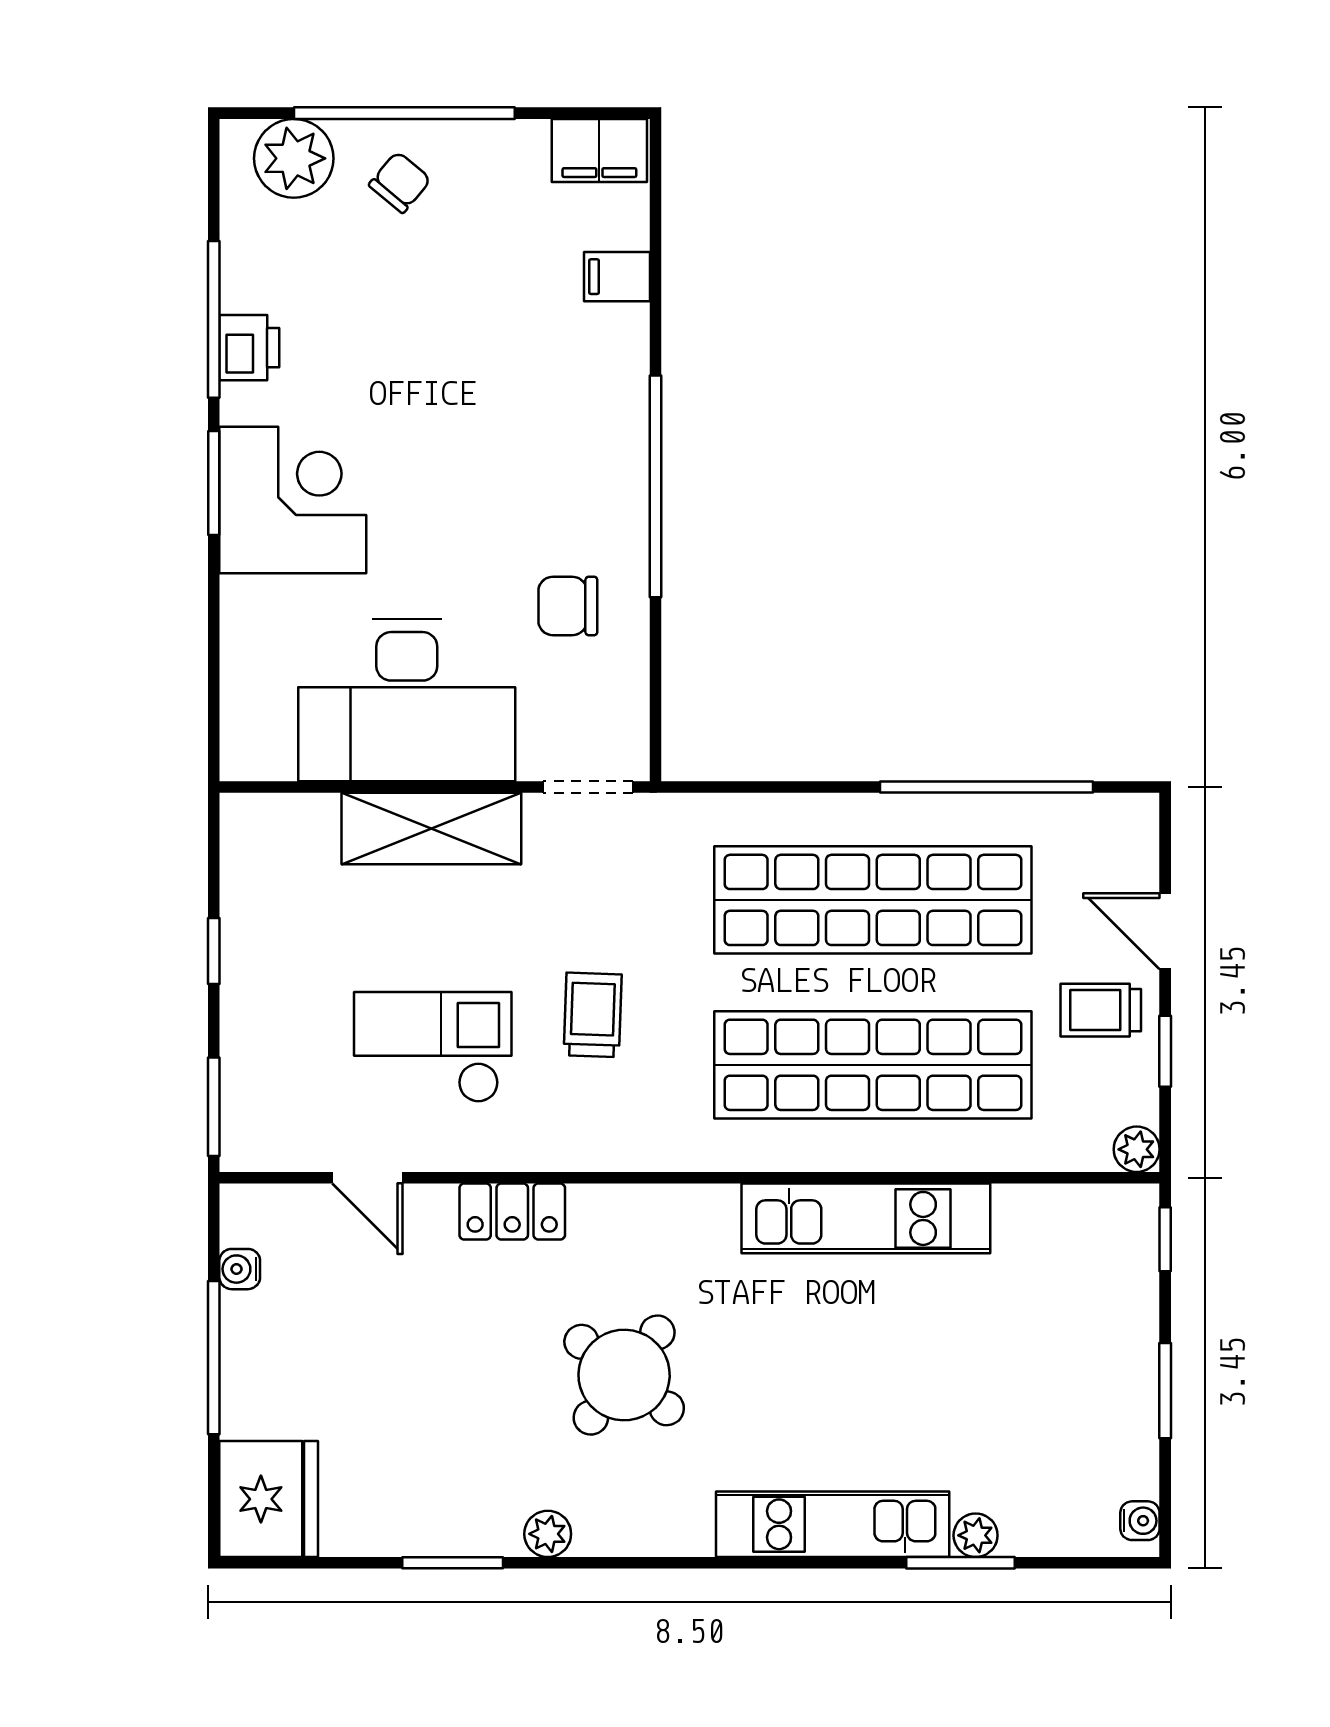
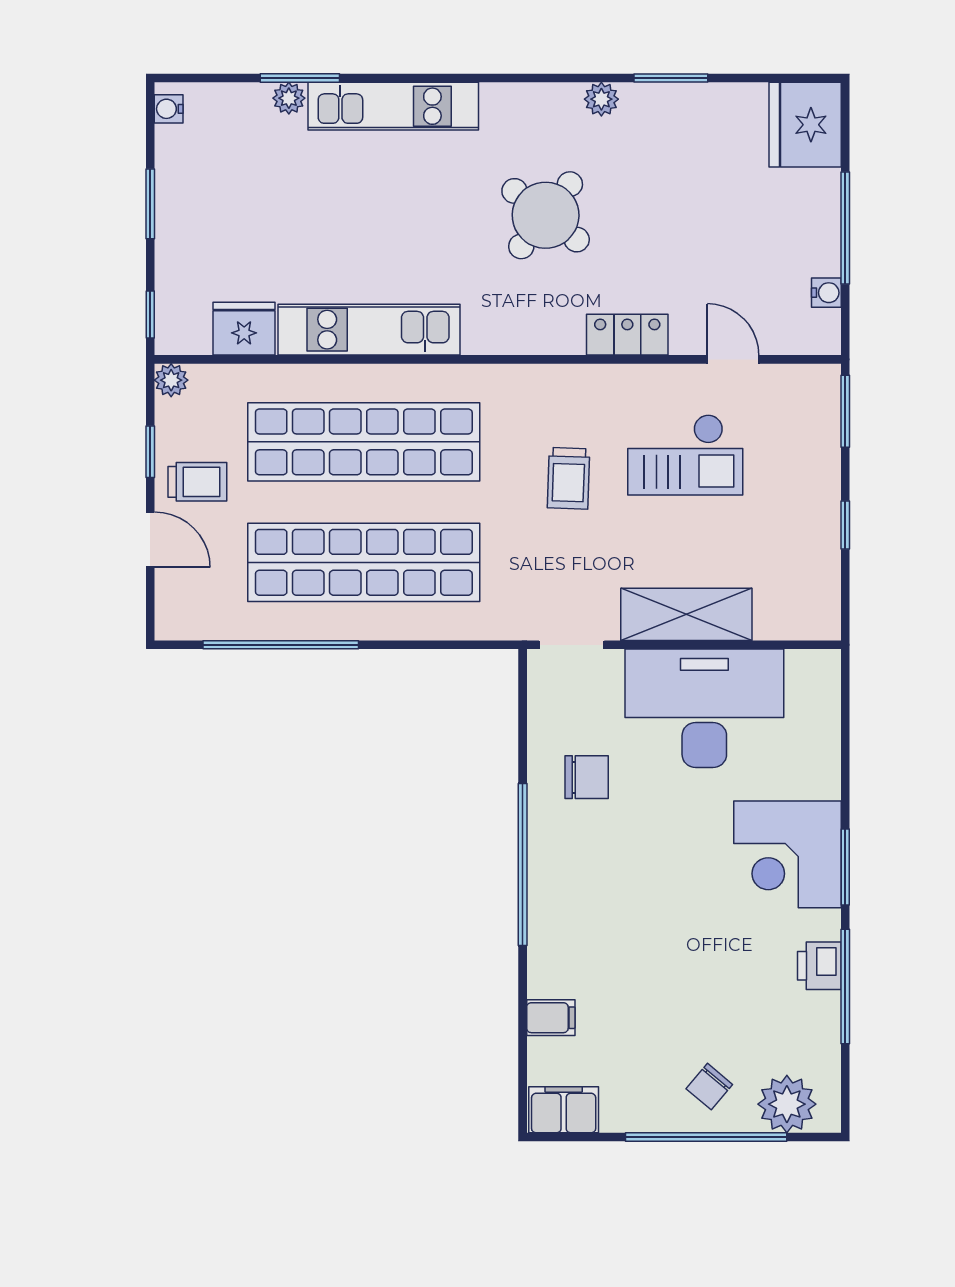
fridge: (1037, 1220) -> (244, 329), added

